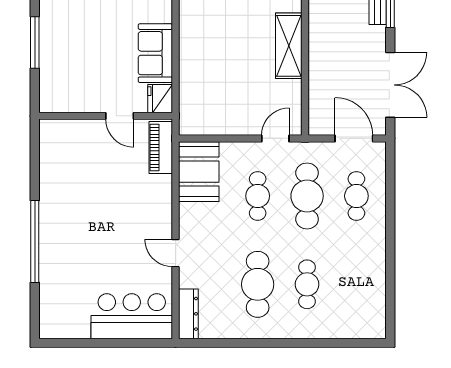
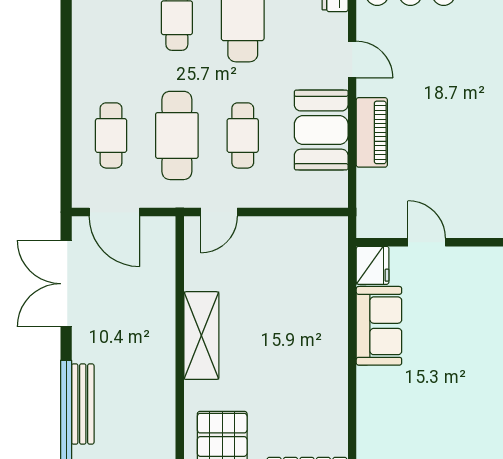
piano: (161, 148) -> (372, 132), moved
booth: (199, 172) -> (321, 130), moved

